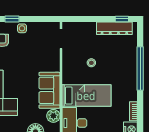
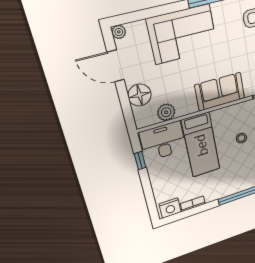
sofa: (49, 90) -> (220, 92), moved

